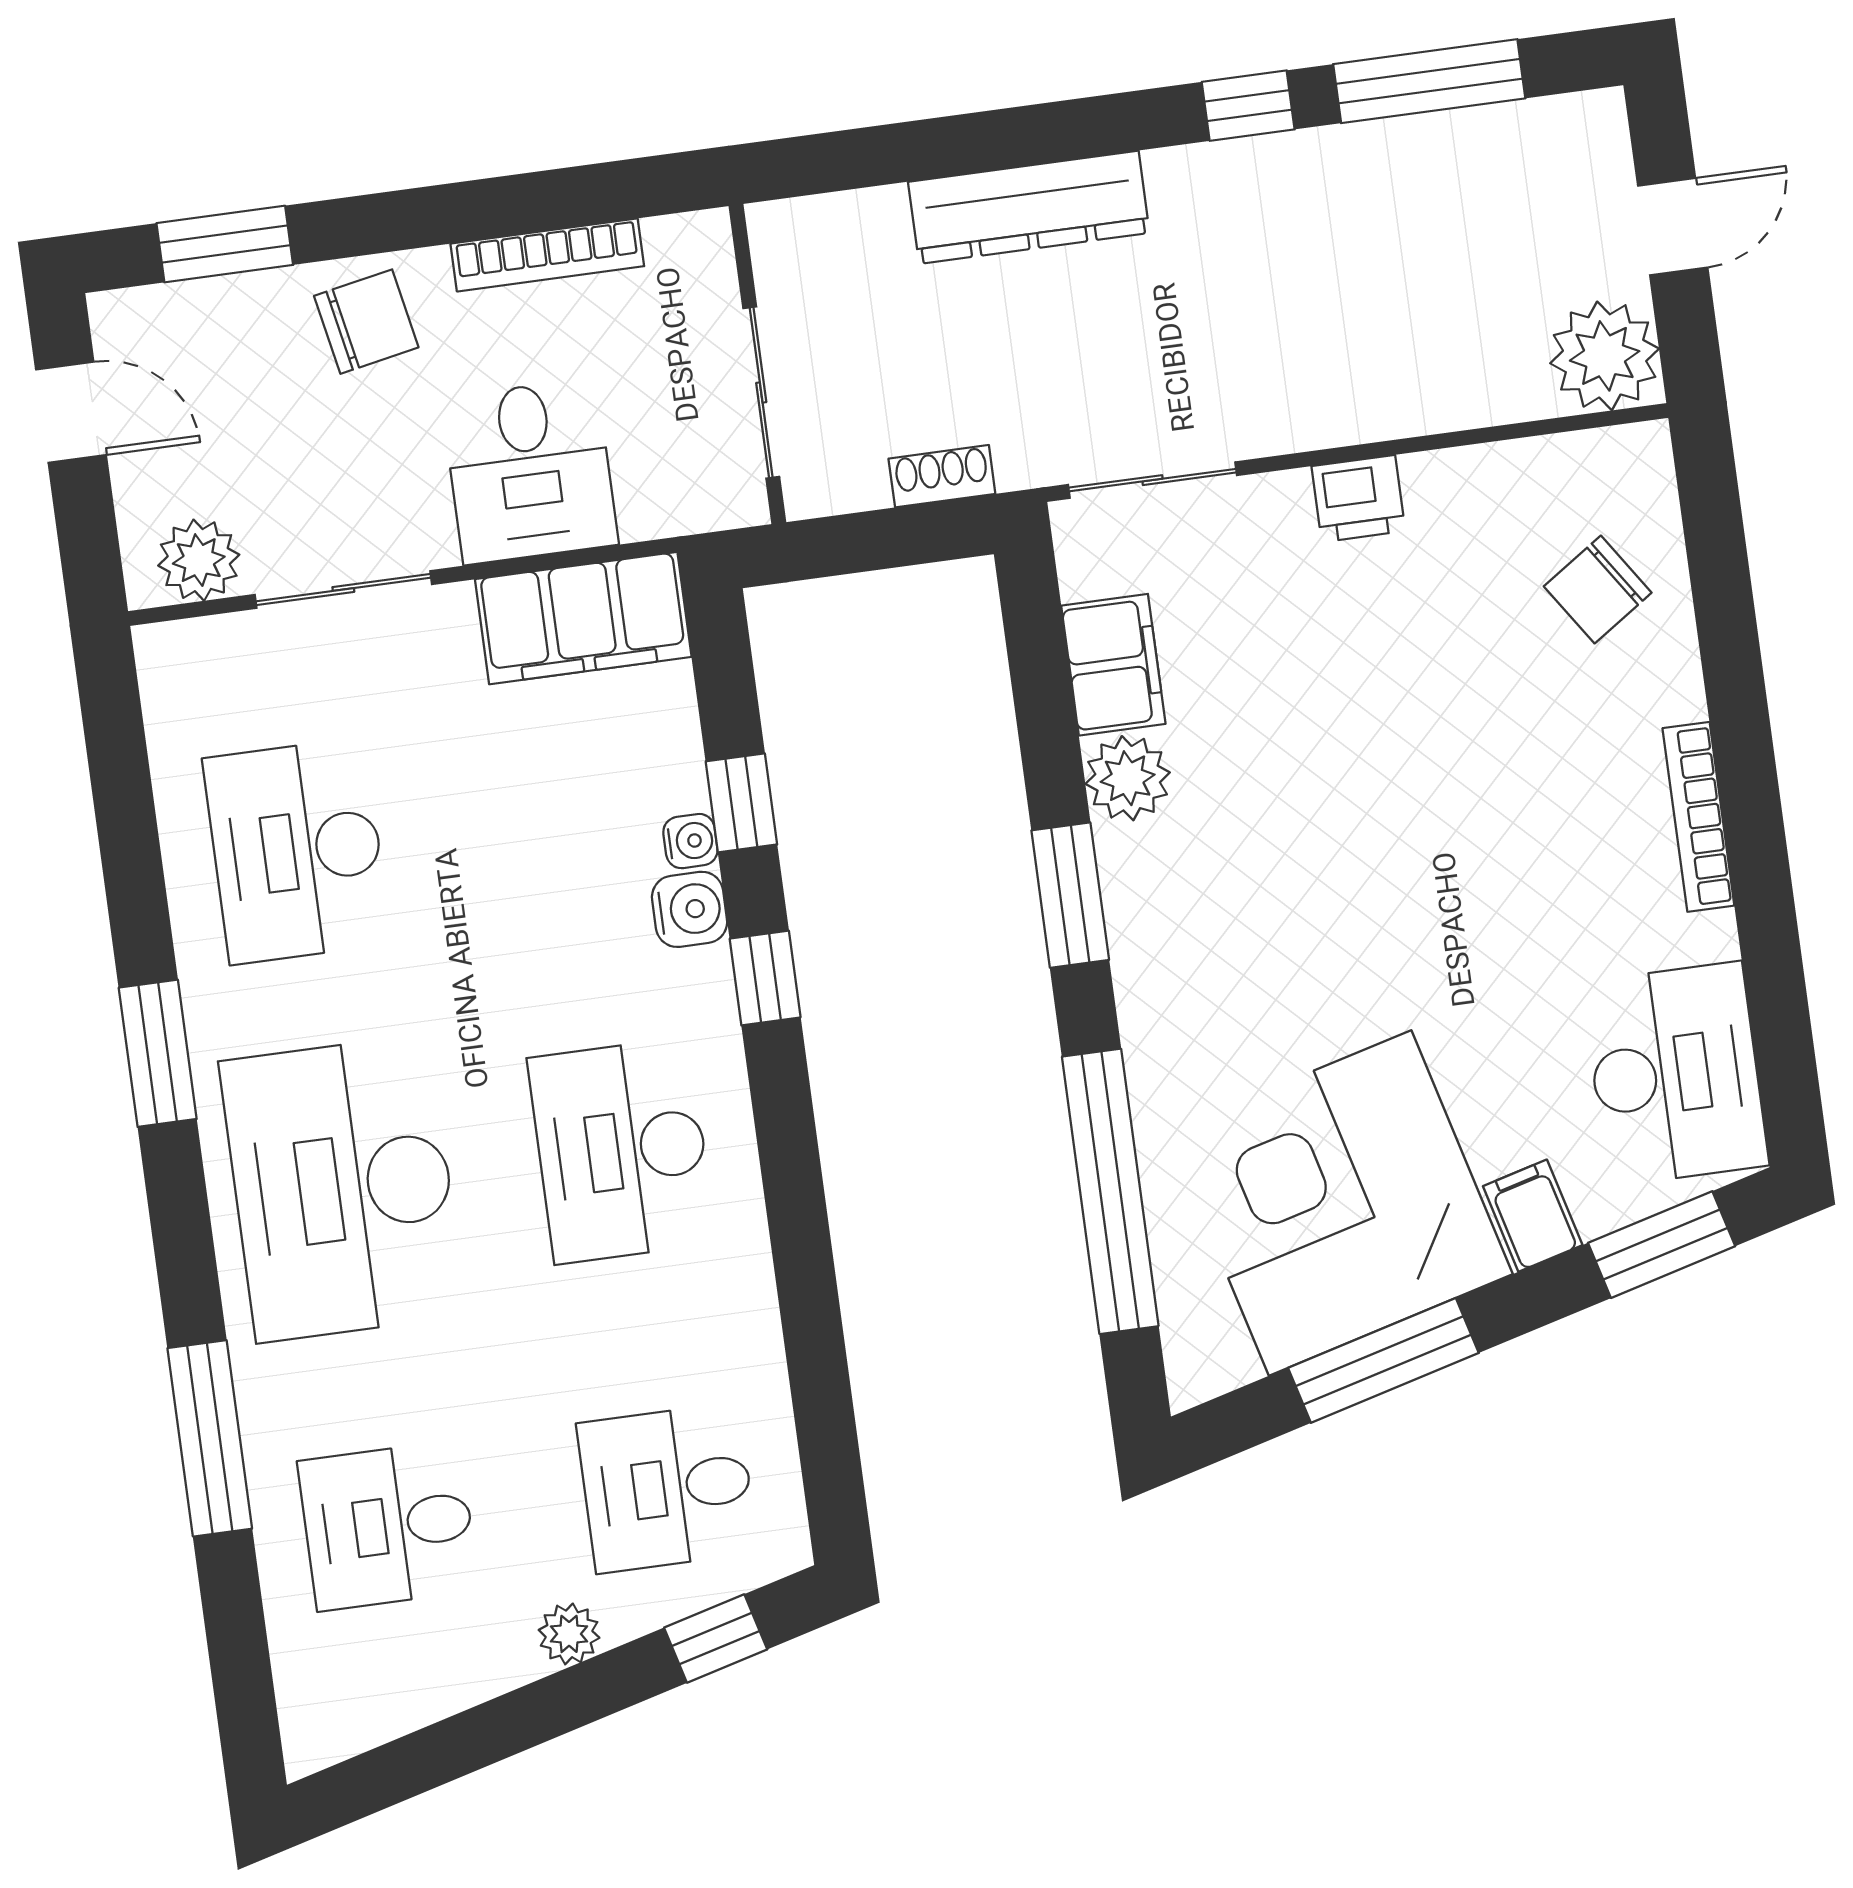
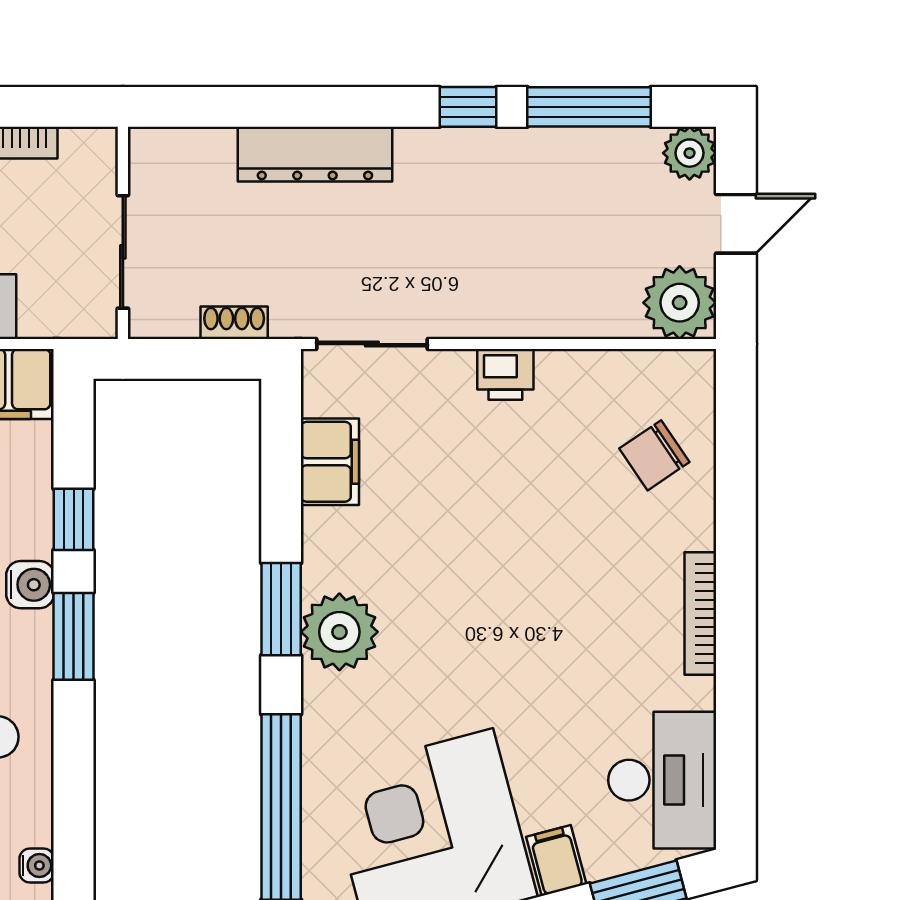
plant: (1589, 130) -> (690, 153), added
plant: (1128, 778) -> (339, 632), moved, width x1.36, depth x1.36
water cooler: (690, 841) -> (37, 866), moved
window: (765, 978) -> (74, 636), width x1.50

